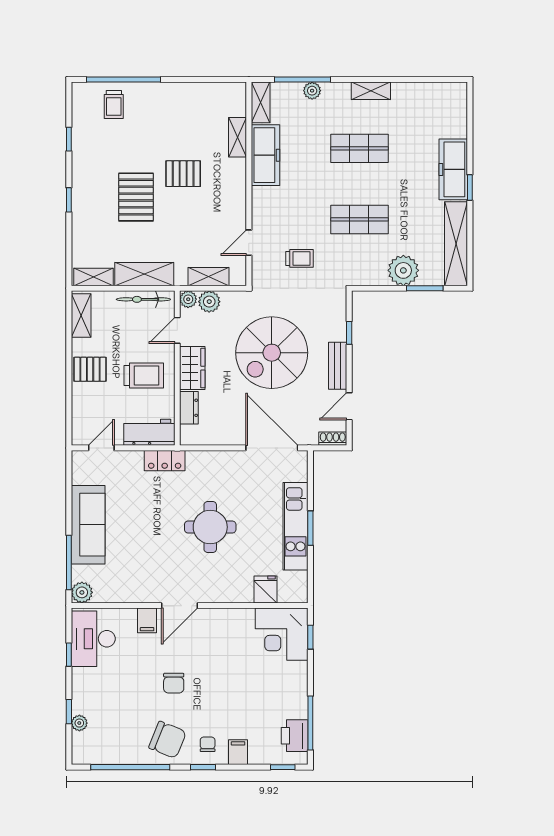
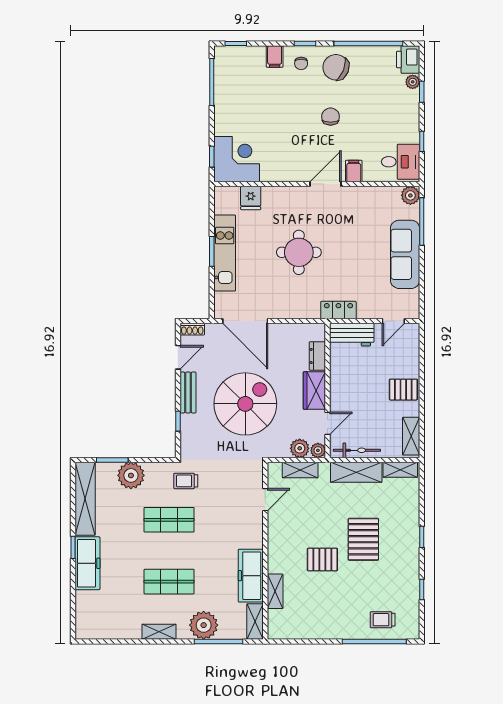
plant: (312, 91) -> (204, 625), width x1.87, depth x1.87
trolley: (114, 105) -> (383, 620), turned -90
trolley: (300, 258) -> (186, 481), moved
trolley: (144, 376) -> (357, 384), removed
desk: (93, 639) -> (401, 162), width x0.73
printer: (295, 736) -> (408, 60), moved, turned 180

